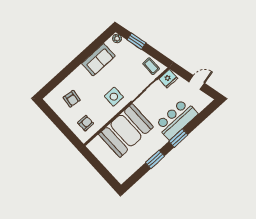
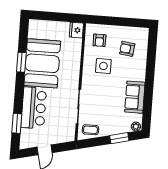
fridge: (168, 79) -> (76, 30), moved
side table: (114, 97) -> (103, 66), moved
booth: (126, 131) -> (42, 63), moved
window: (178, 138) -> (17, 123), moved

